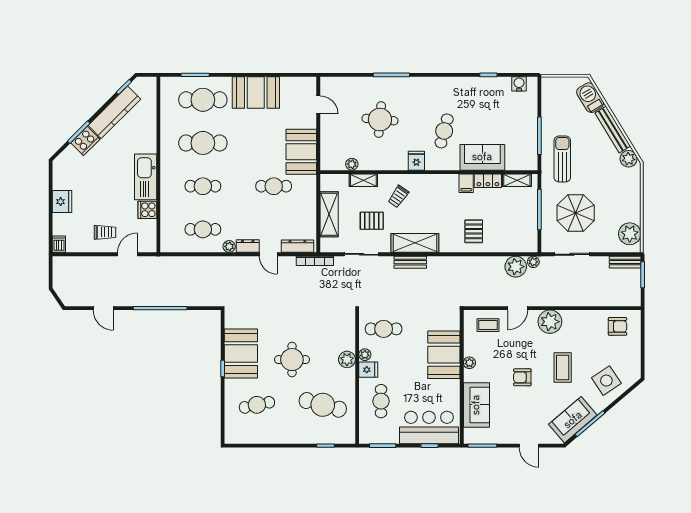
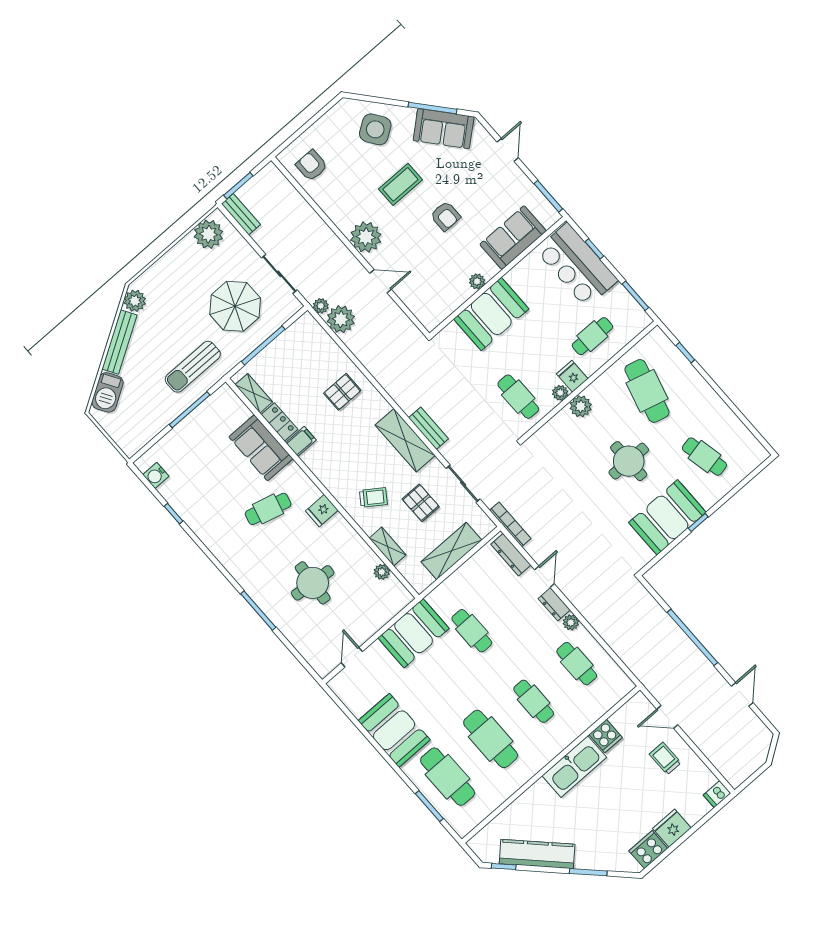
cooker: (85, 141) -> (648, 850), moved, turned -45
coffee table: (488, 325) -> (423, 296), removed

